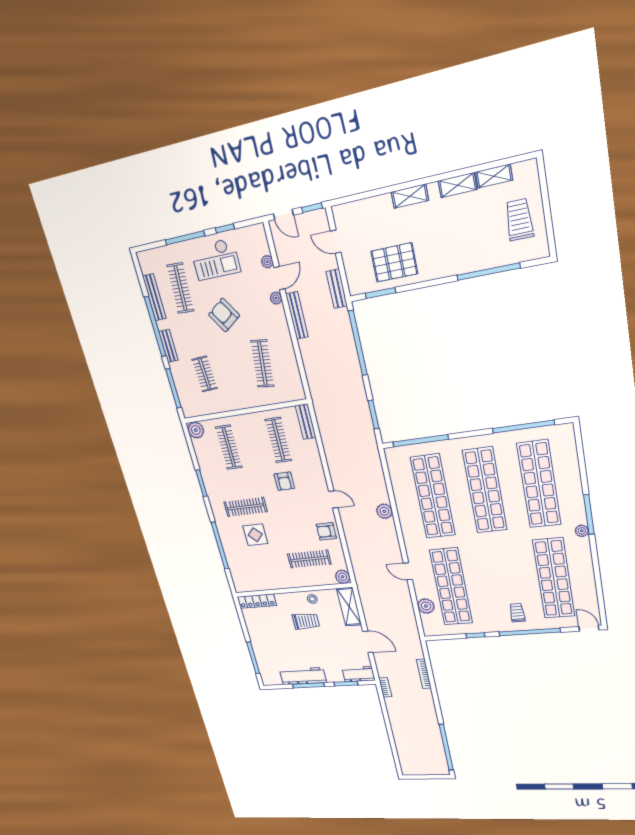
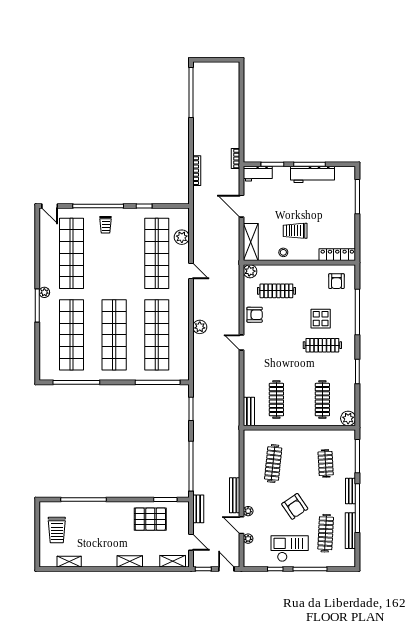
shelving: (458, 185) -> (173, 561), moved
door: (279, 278) -> (241, 525), hinge flipped
armchair: (284, 481) -> (336, 281), moved, turned 180

